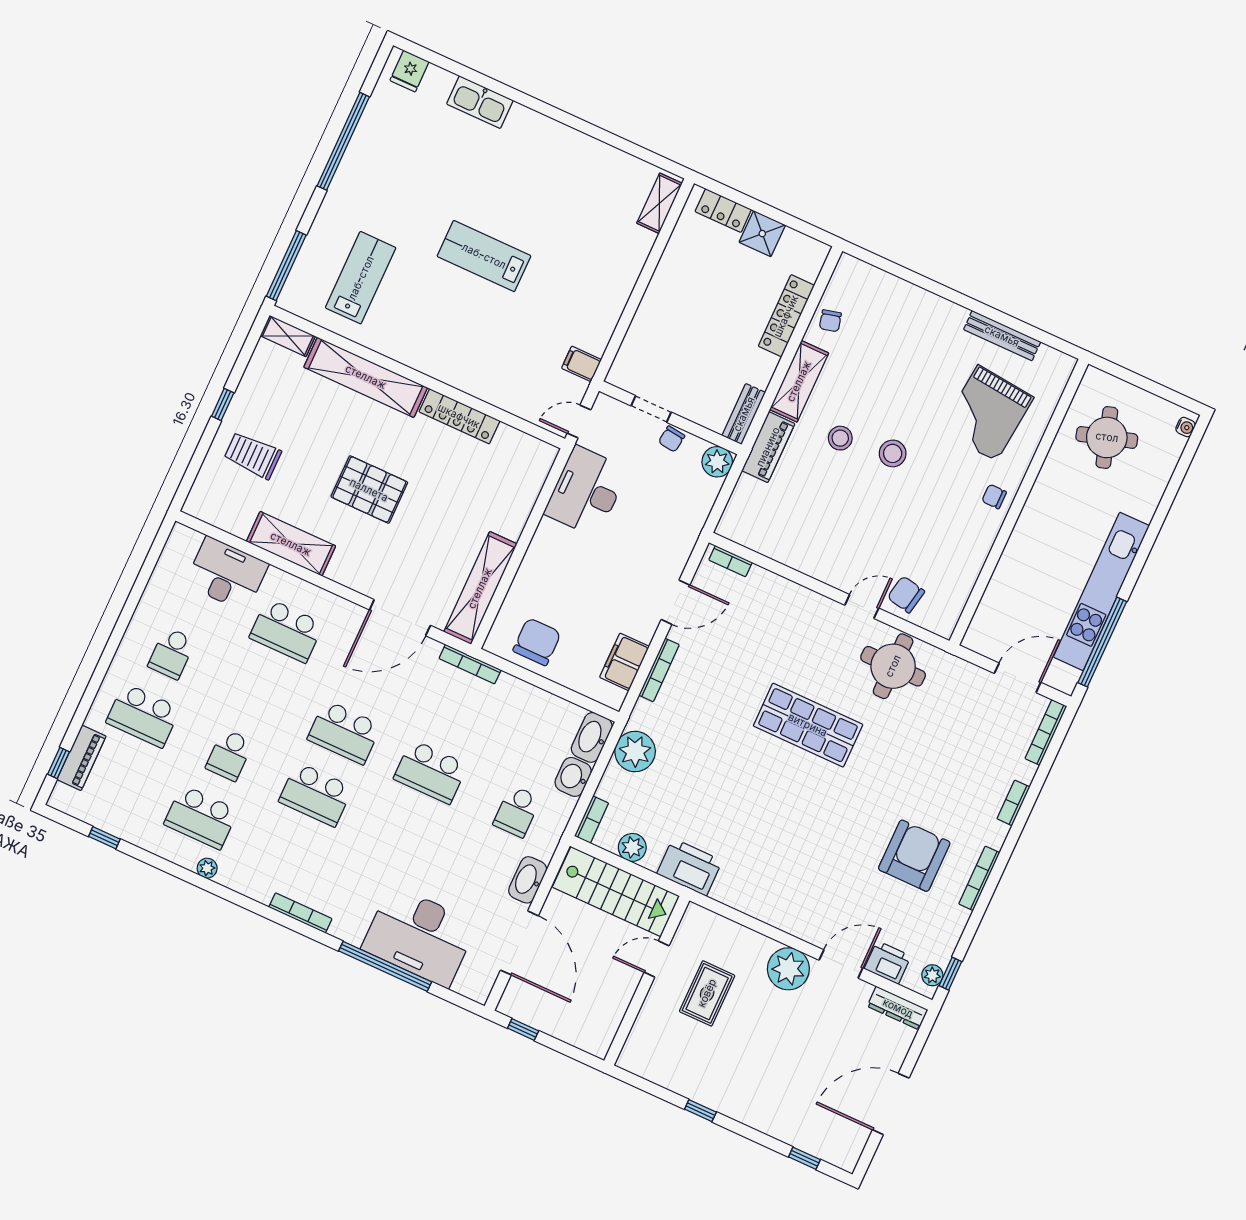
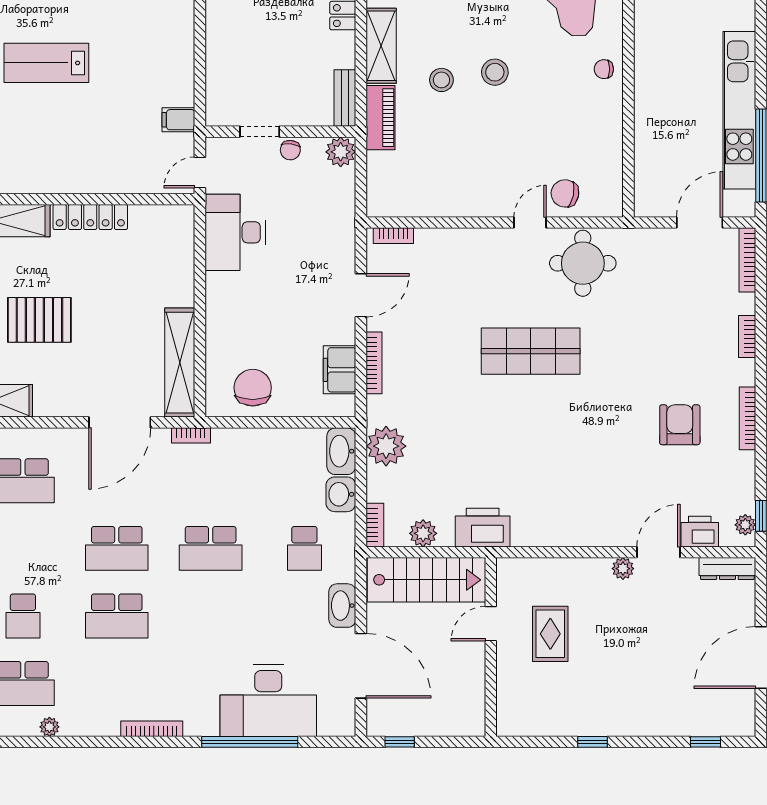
bookcase: (470, 664) -> (191, 435), width x0.64
armchair: (914, 856) -> (680, 425), width x0.73, depth x0.73
plant: (788, 969) -> (623, 569), width x0.53, depth x0.53

